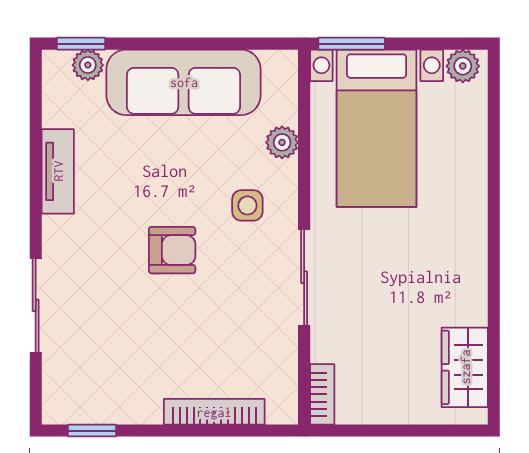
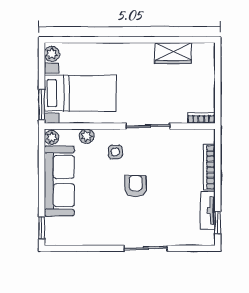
plant: (88, 65) -> (51, 137), moved
tv unit: (58, 171) -> (208, 211), moved, turned -90
sliding door: (36, 305) -> (146, 248), moved
wardrobe: (465, 367) -> (173, 53), moved

